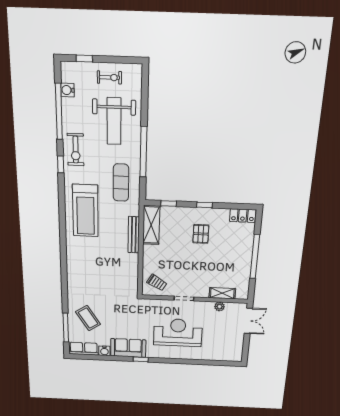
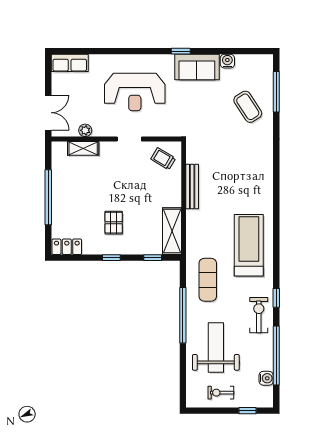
bench: (134, 235) -> (192, 186), moved
double door: (248, 321) -> (48, 113), swing flipped
row of seats: (84, 349) -> (70, 63), moved

